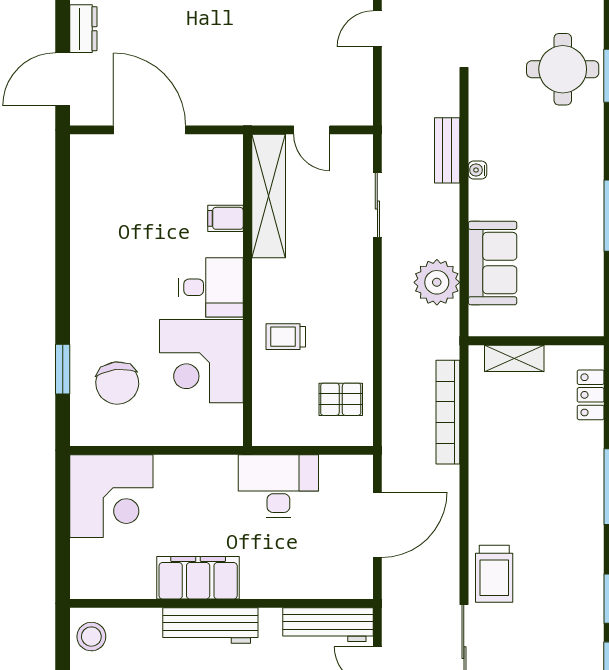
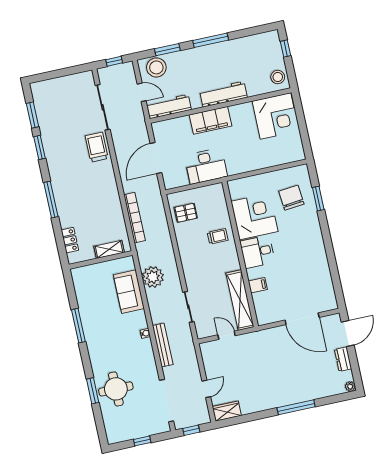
bench: (447, 150) -> (163, 345), width x1.36
corner desk: (111, 496) -> (276, 116), moved, turned 180
filing cabinet: (198, 578) -> (210, 120), moved

